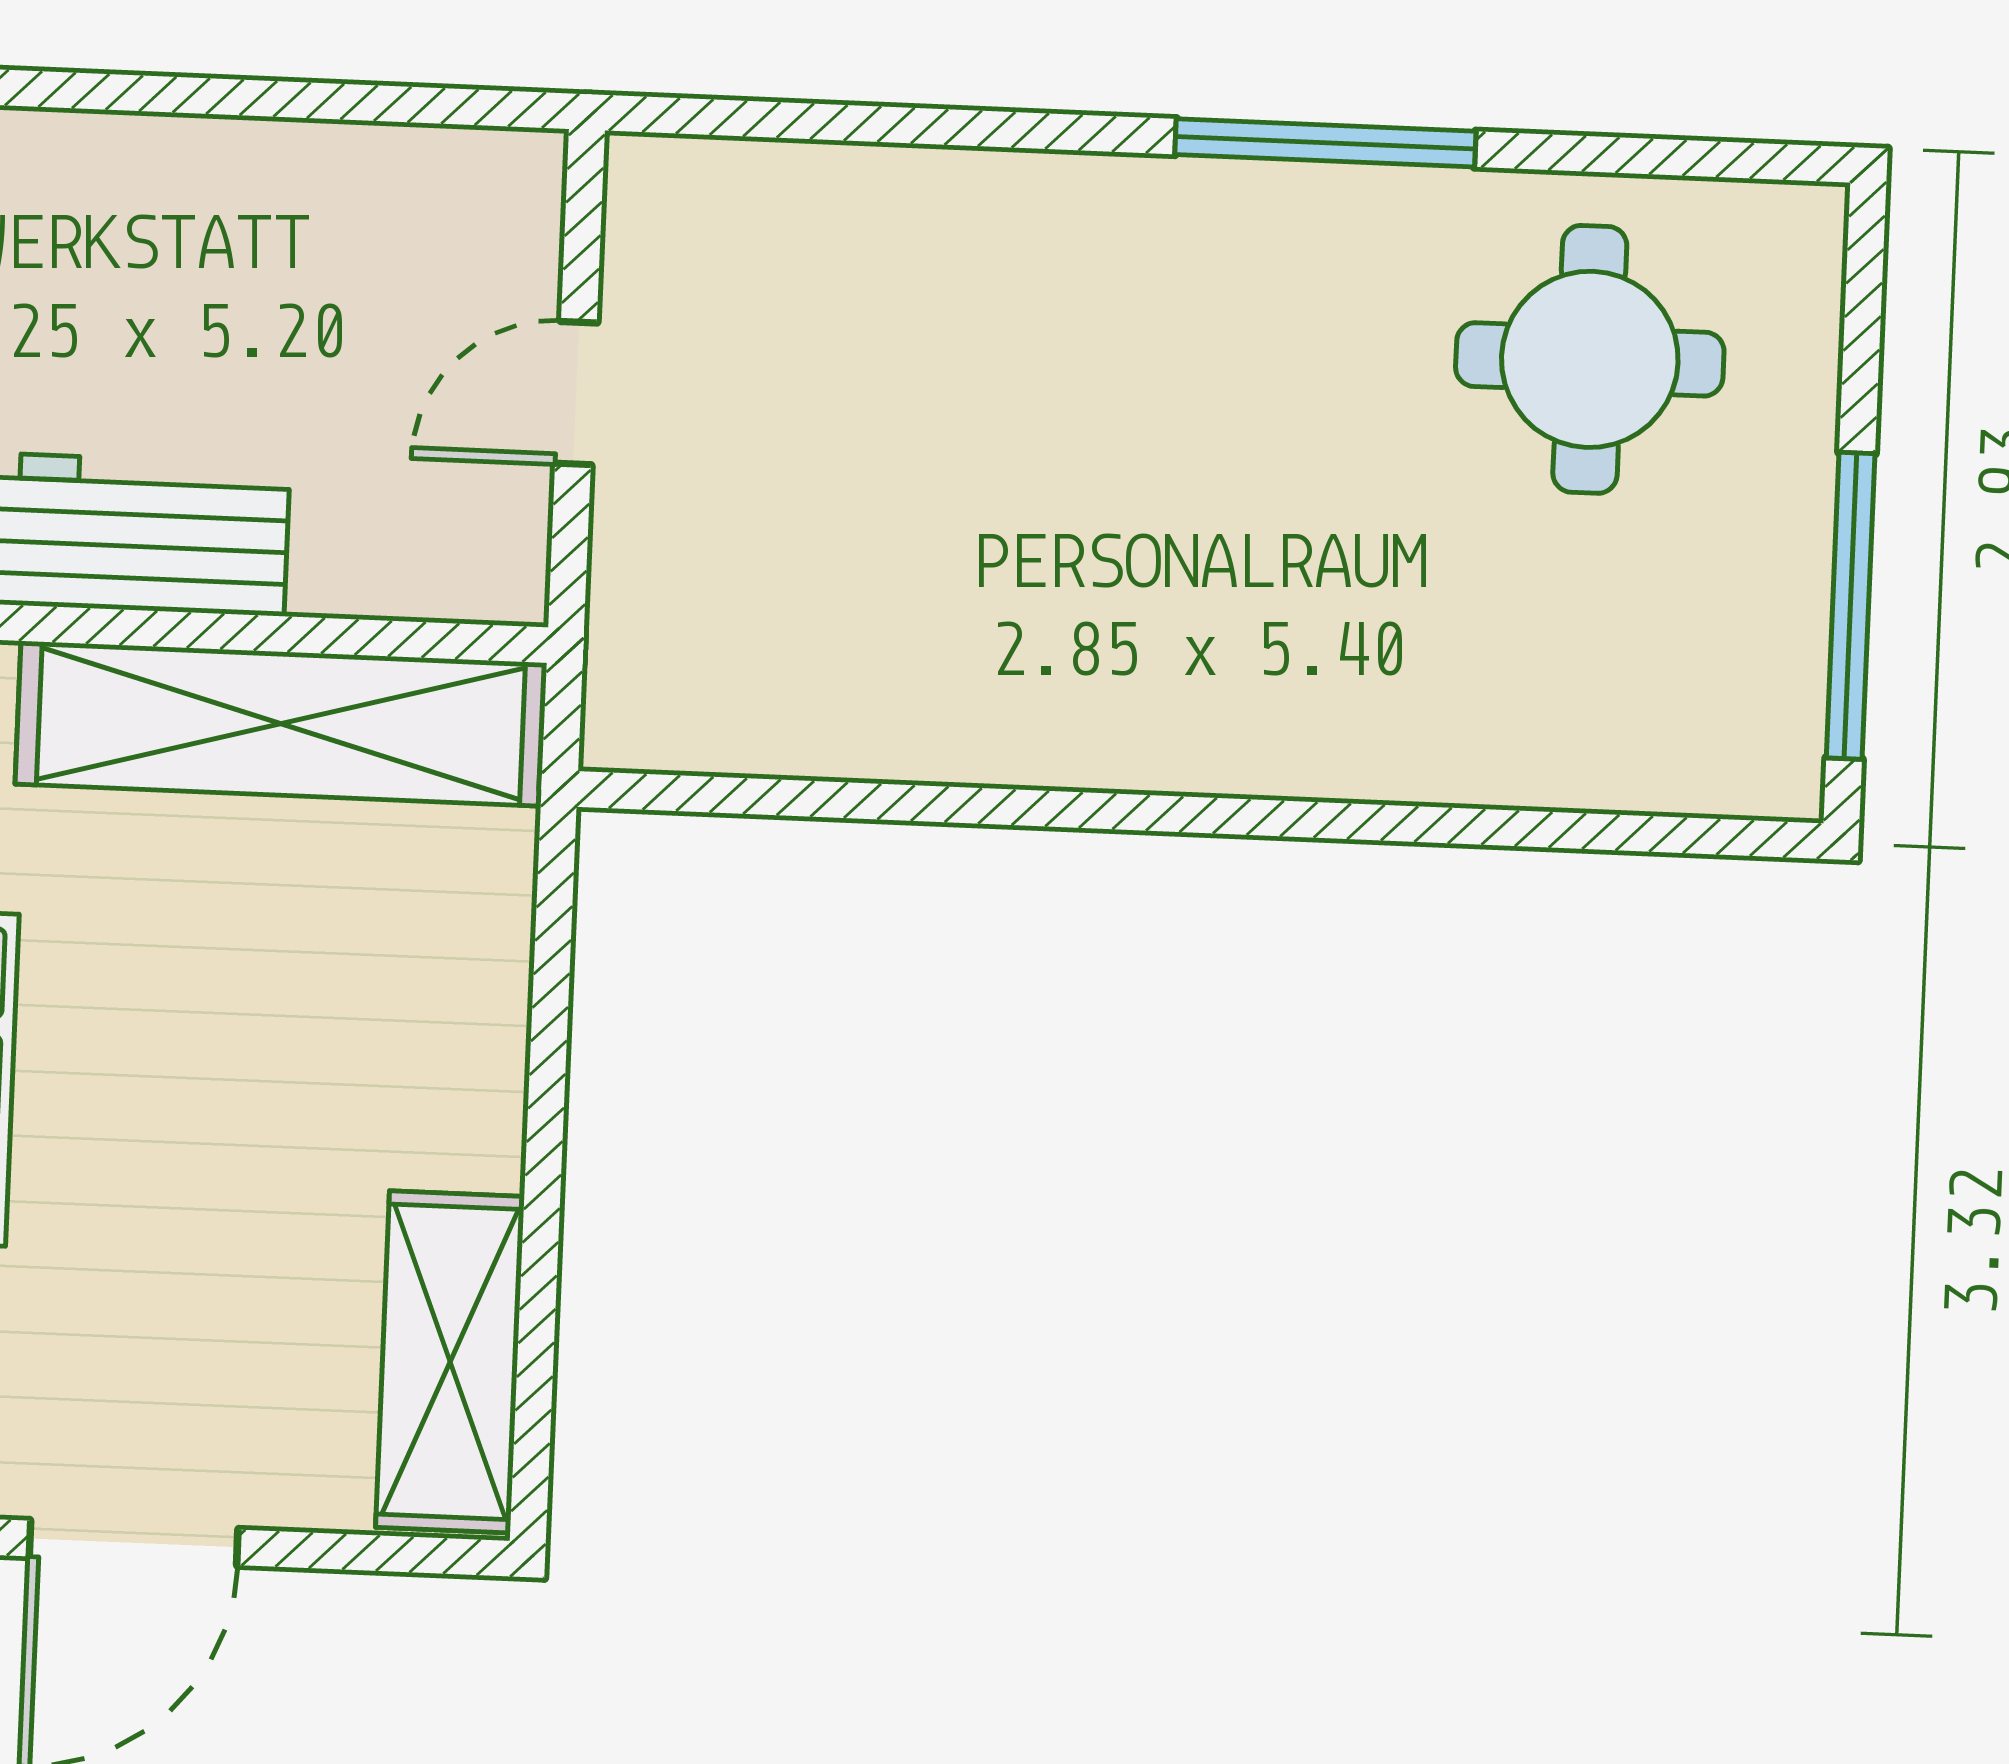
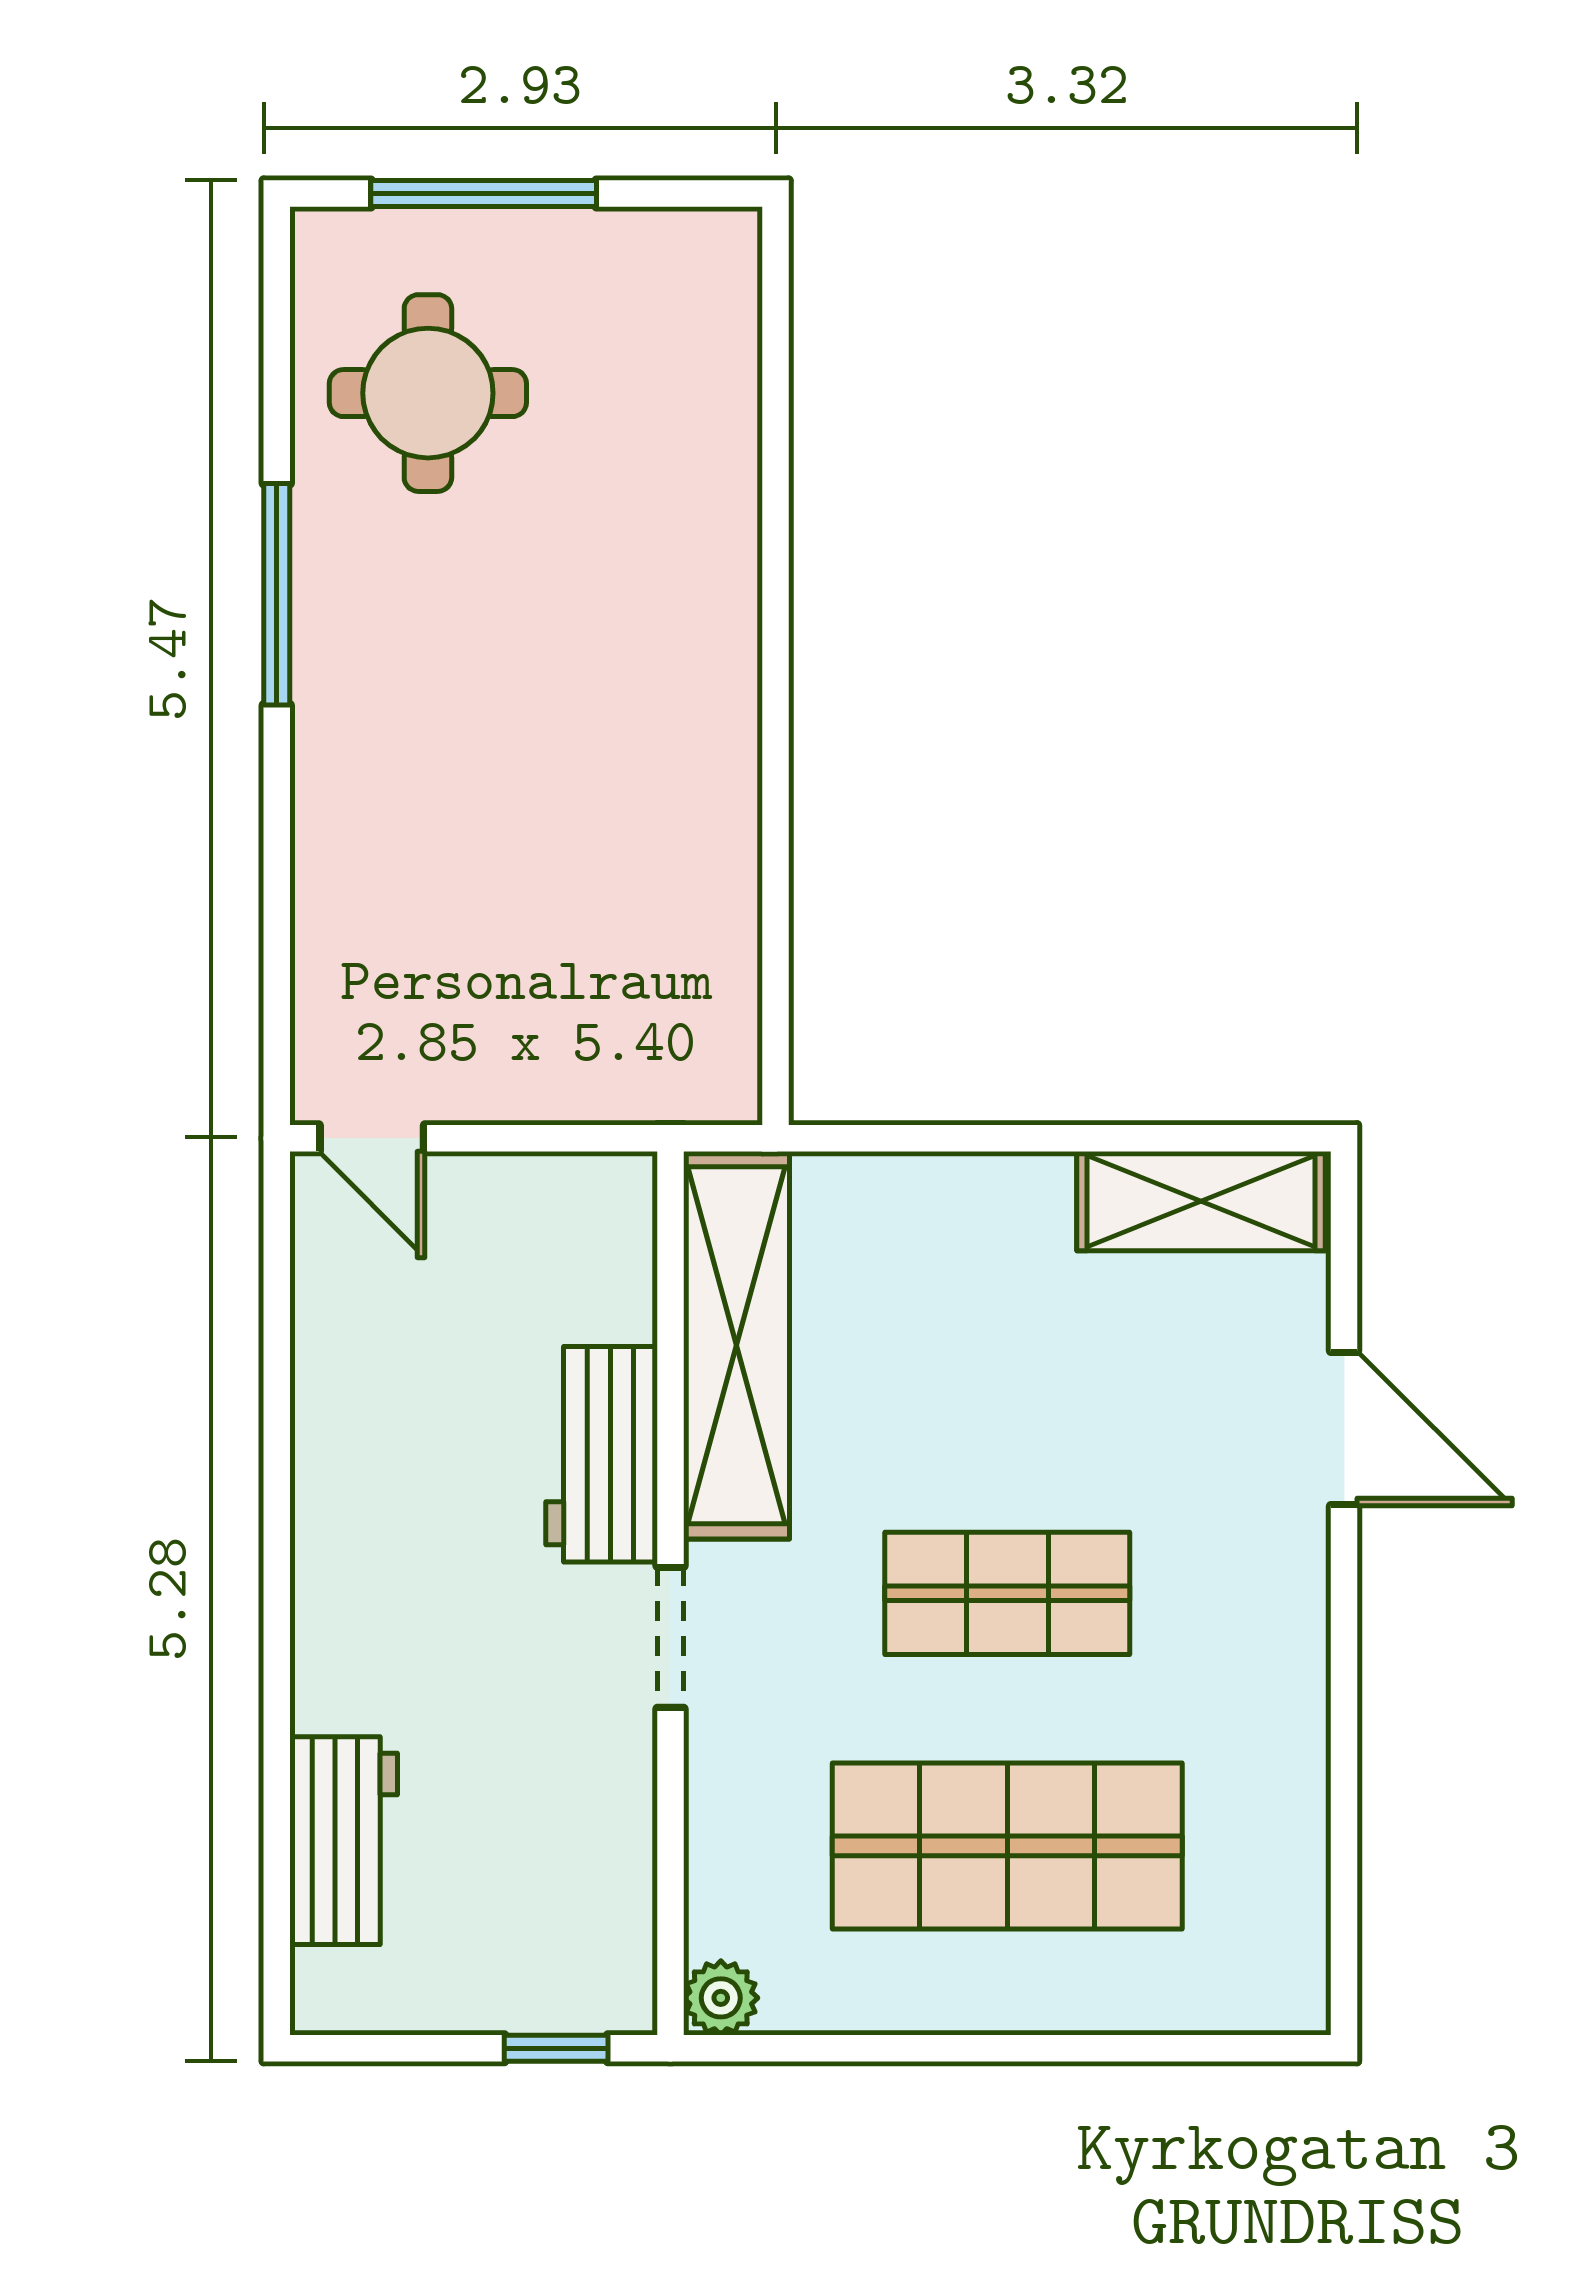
door: (576, 393) -> (372, 1138), moved
window: (1851, 606) -> (484, 193), moved

